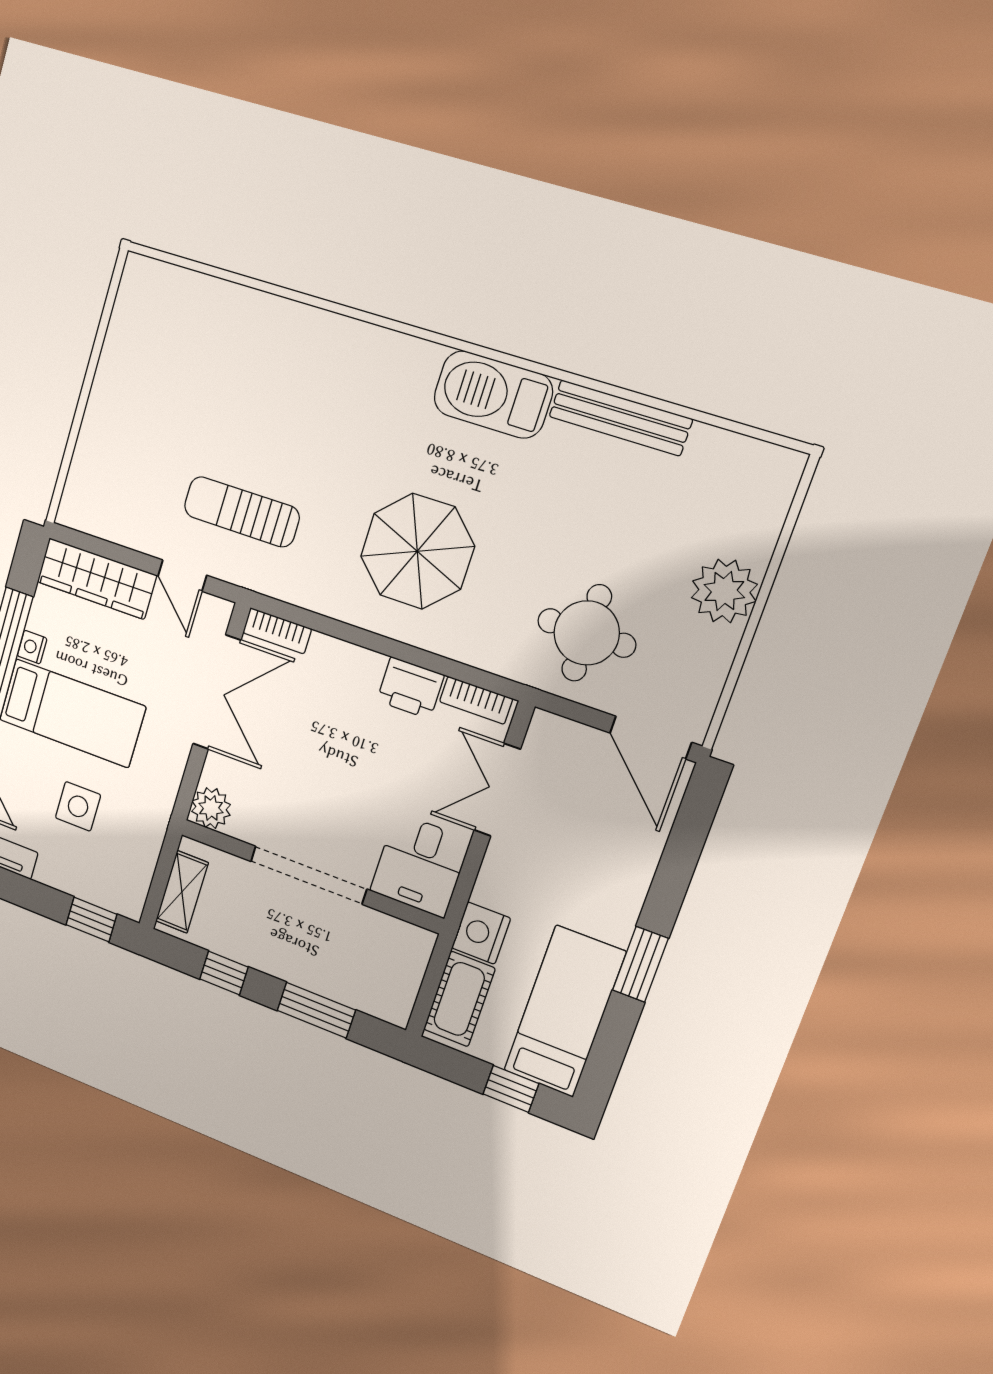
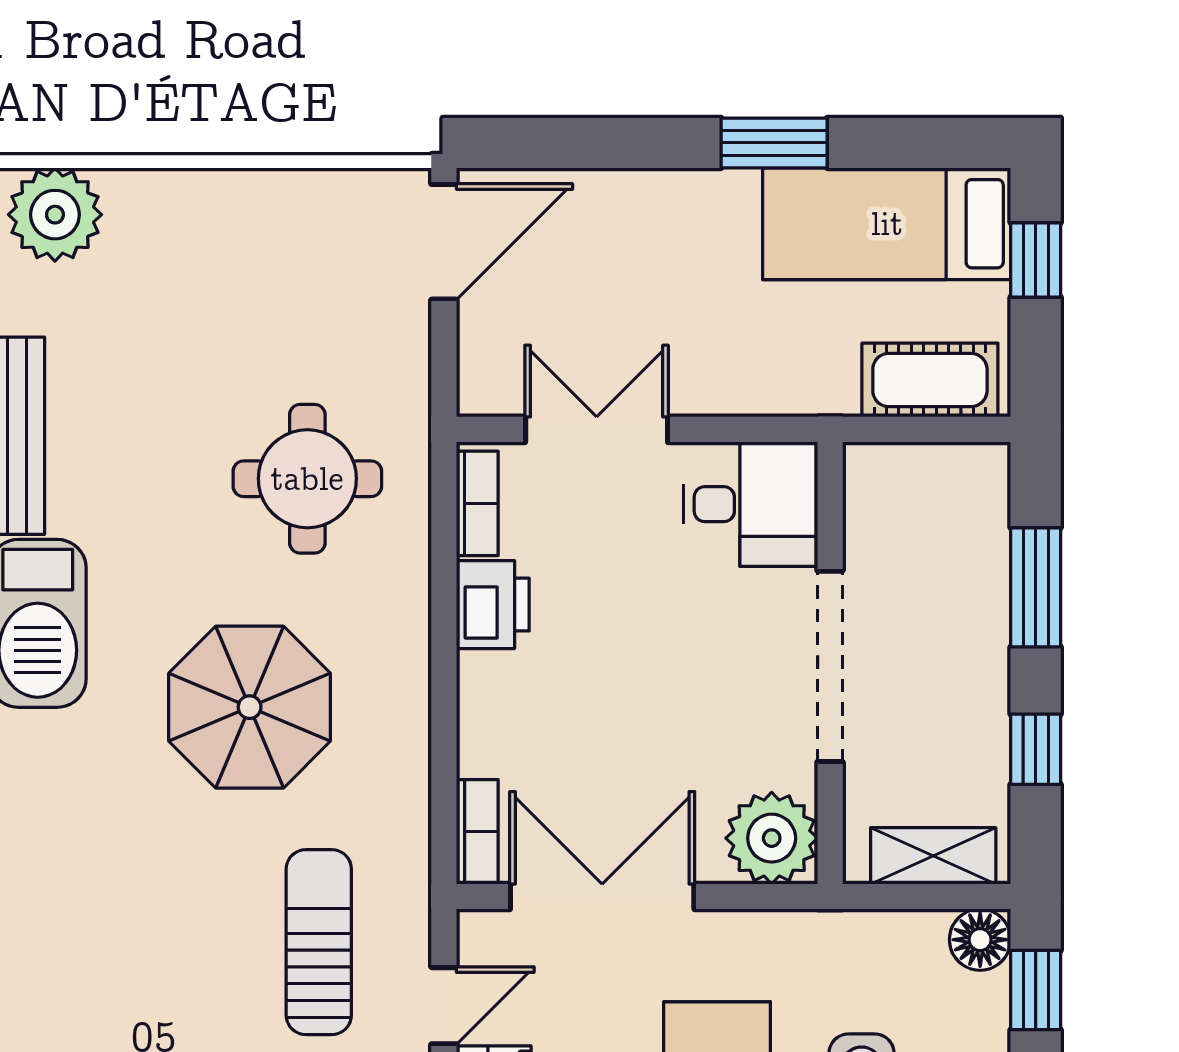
sun lounger: (242, 512) -> (319, 942), turned 180
parasol: (417, 551) -> (250, 707), moved
plant: (724, 591) -> (55, 215), moved
round table: (587, 633) -> (307, 479), moved
double door: (497, 790) -> (597, 429), swing flipped
plant: (211, 808) -> (772, 838), width x1.36, depth x1.36
floor lamp: (128, 900) -> (980, 940), added
nightstand: (481, 933) -> (818, 382), removed

